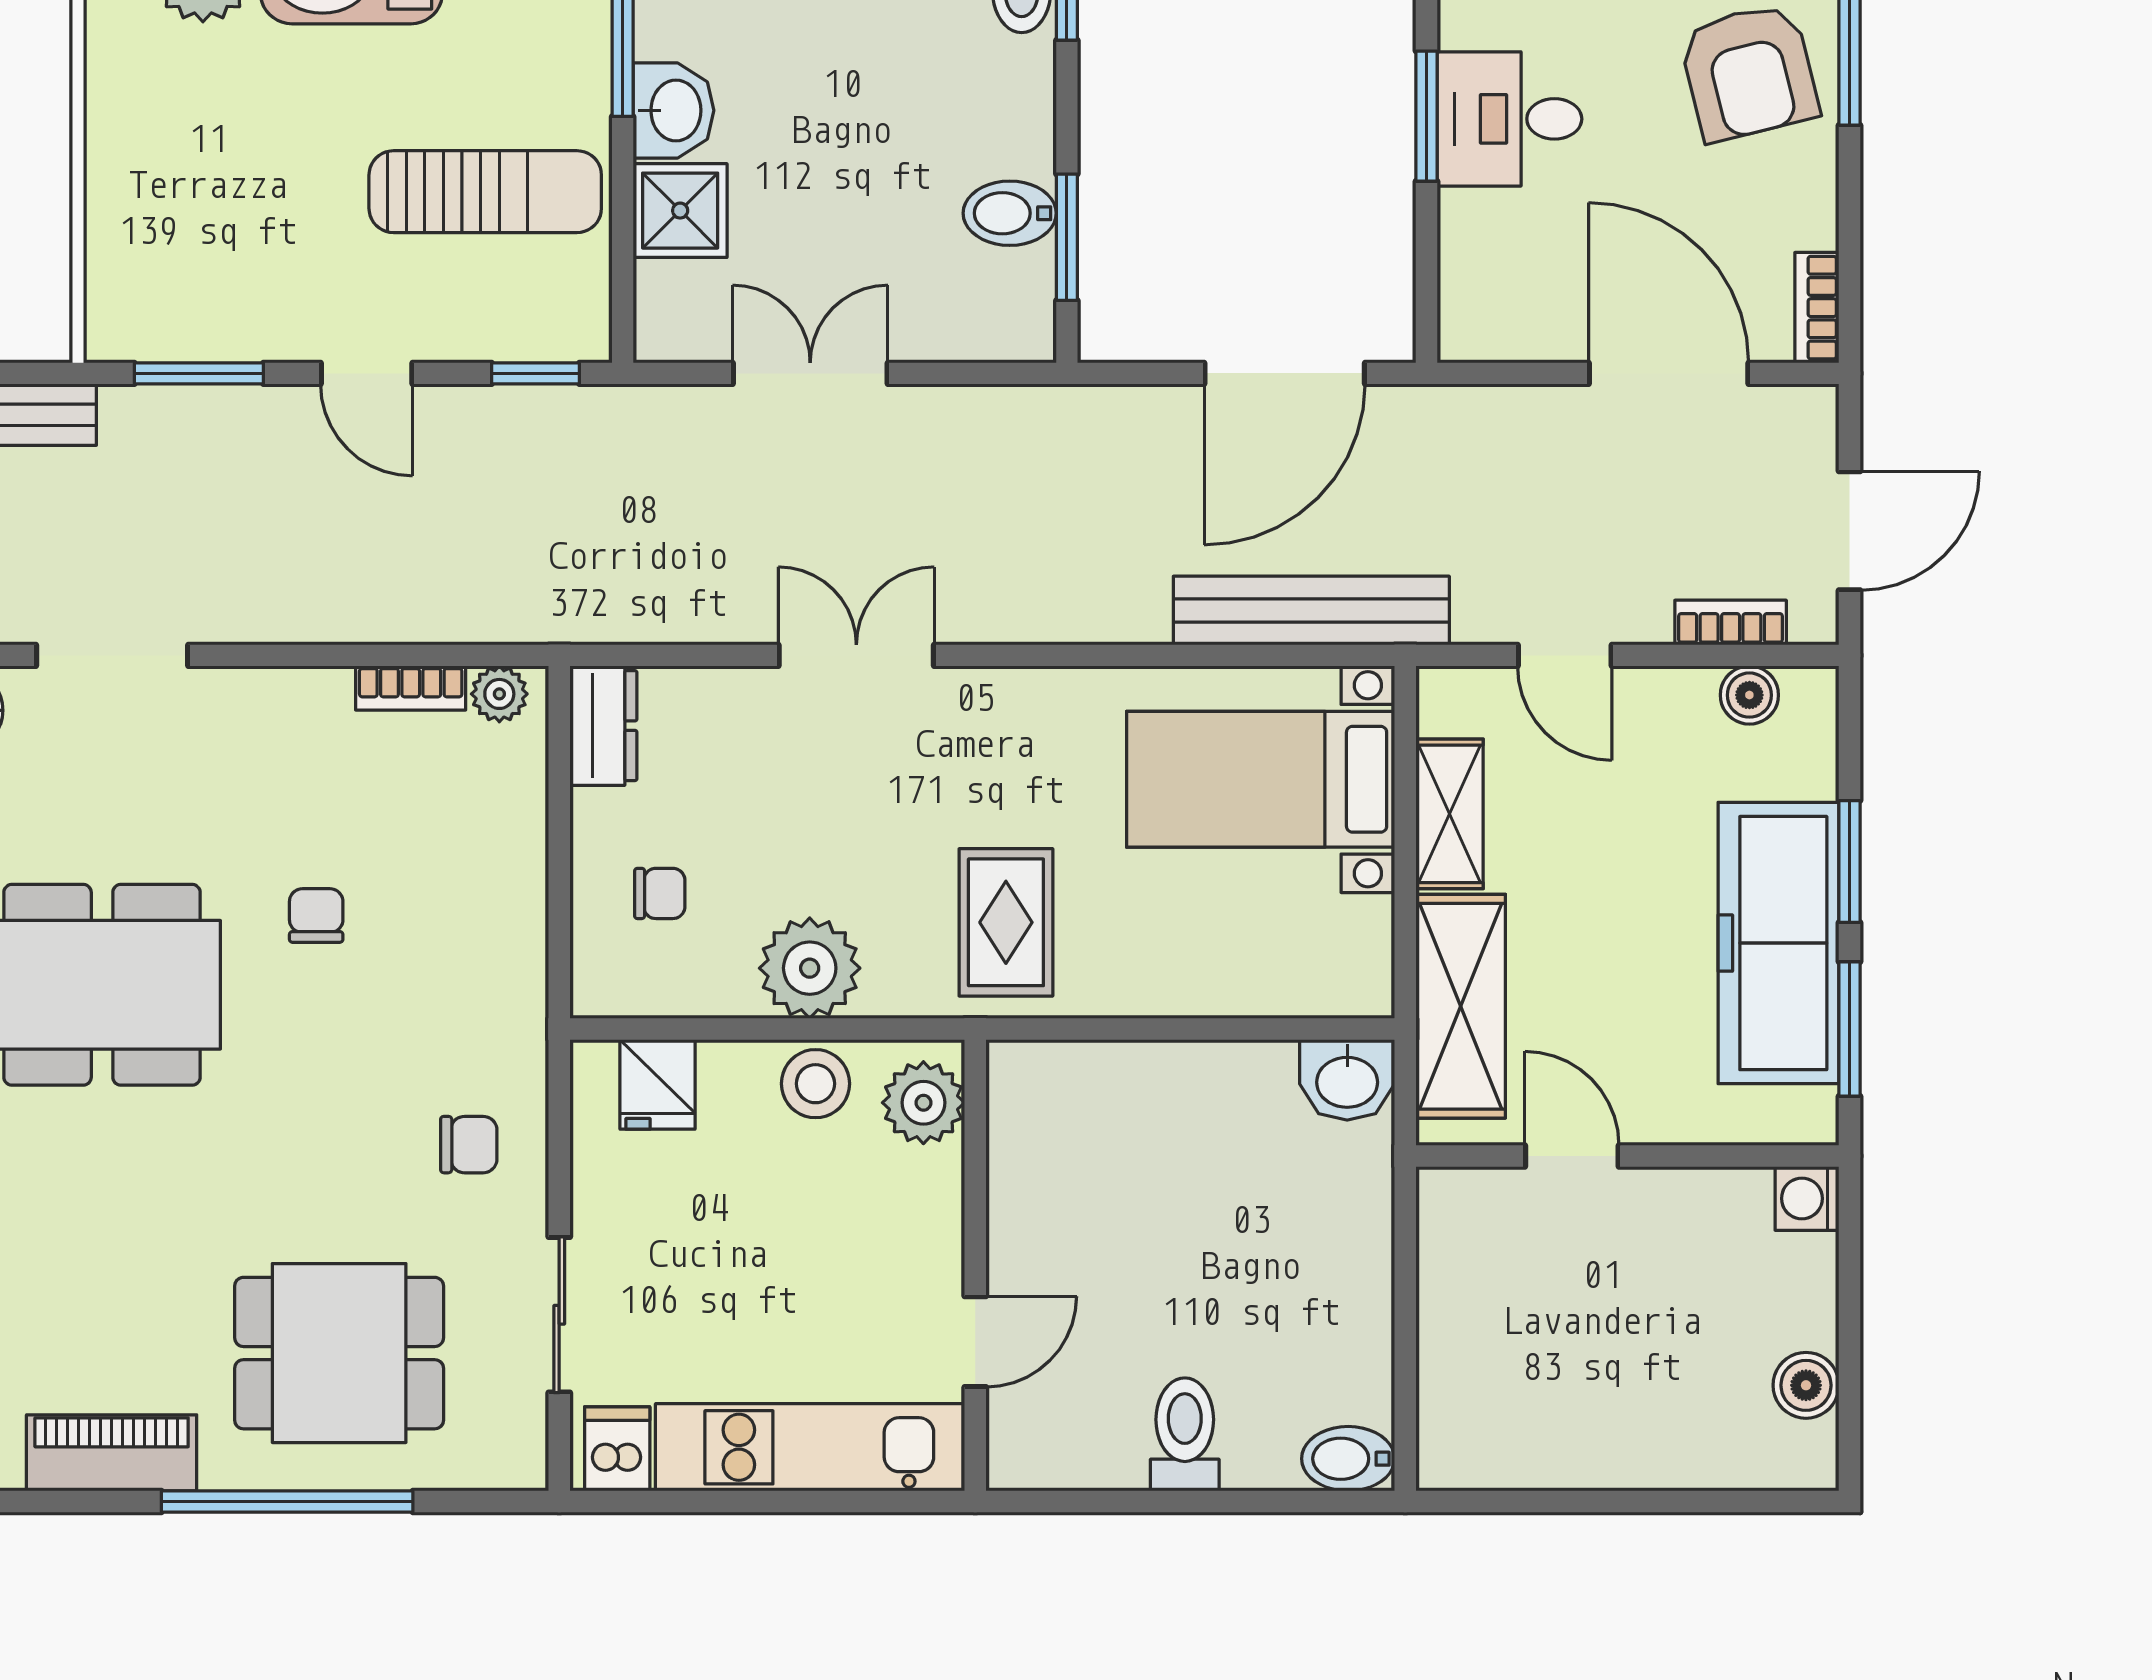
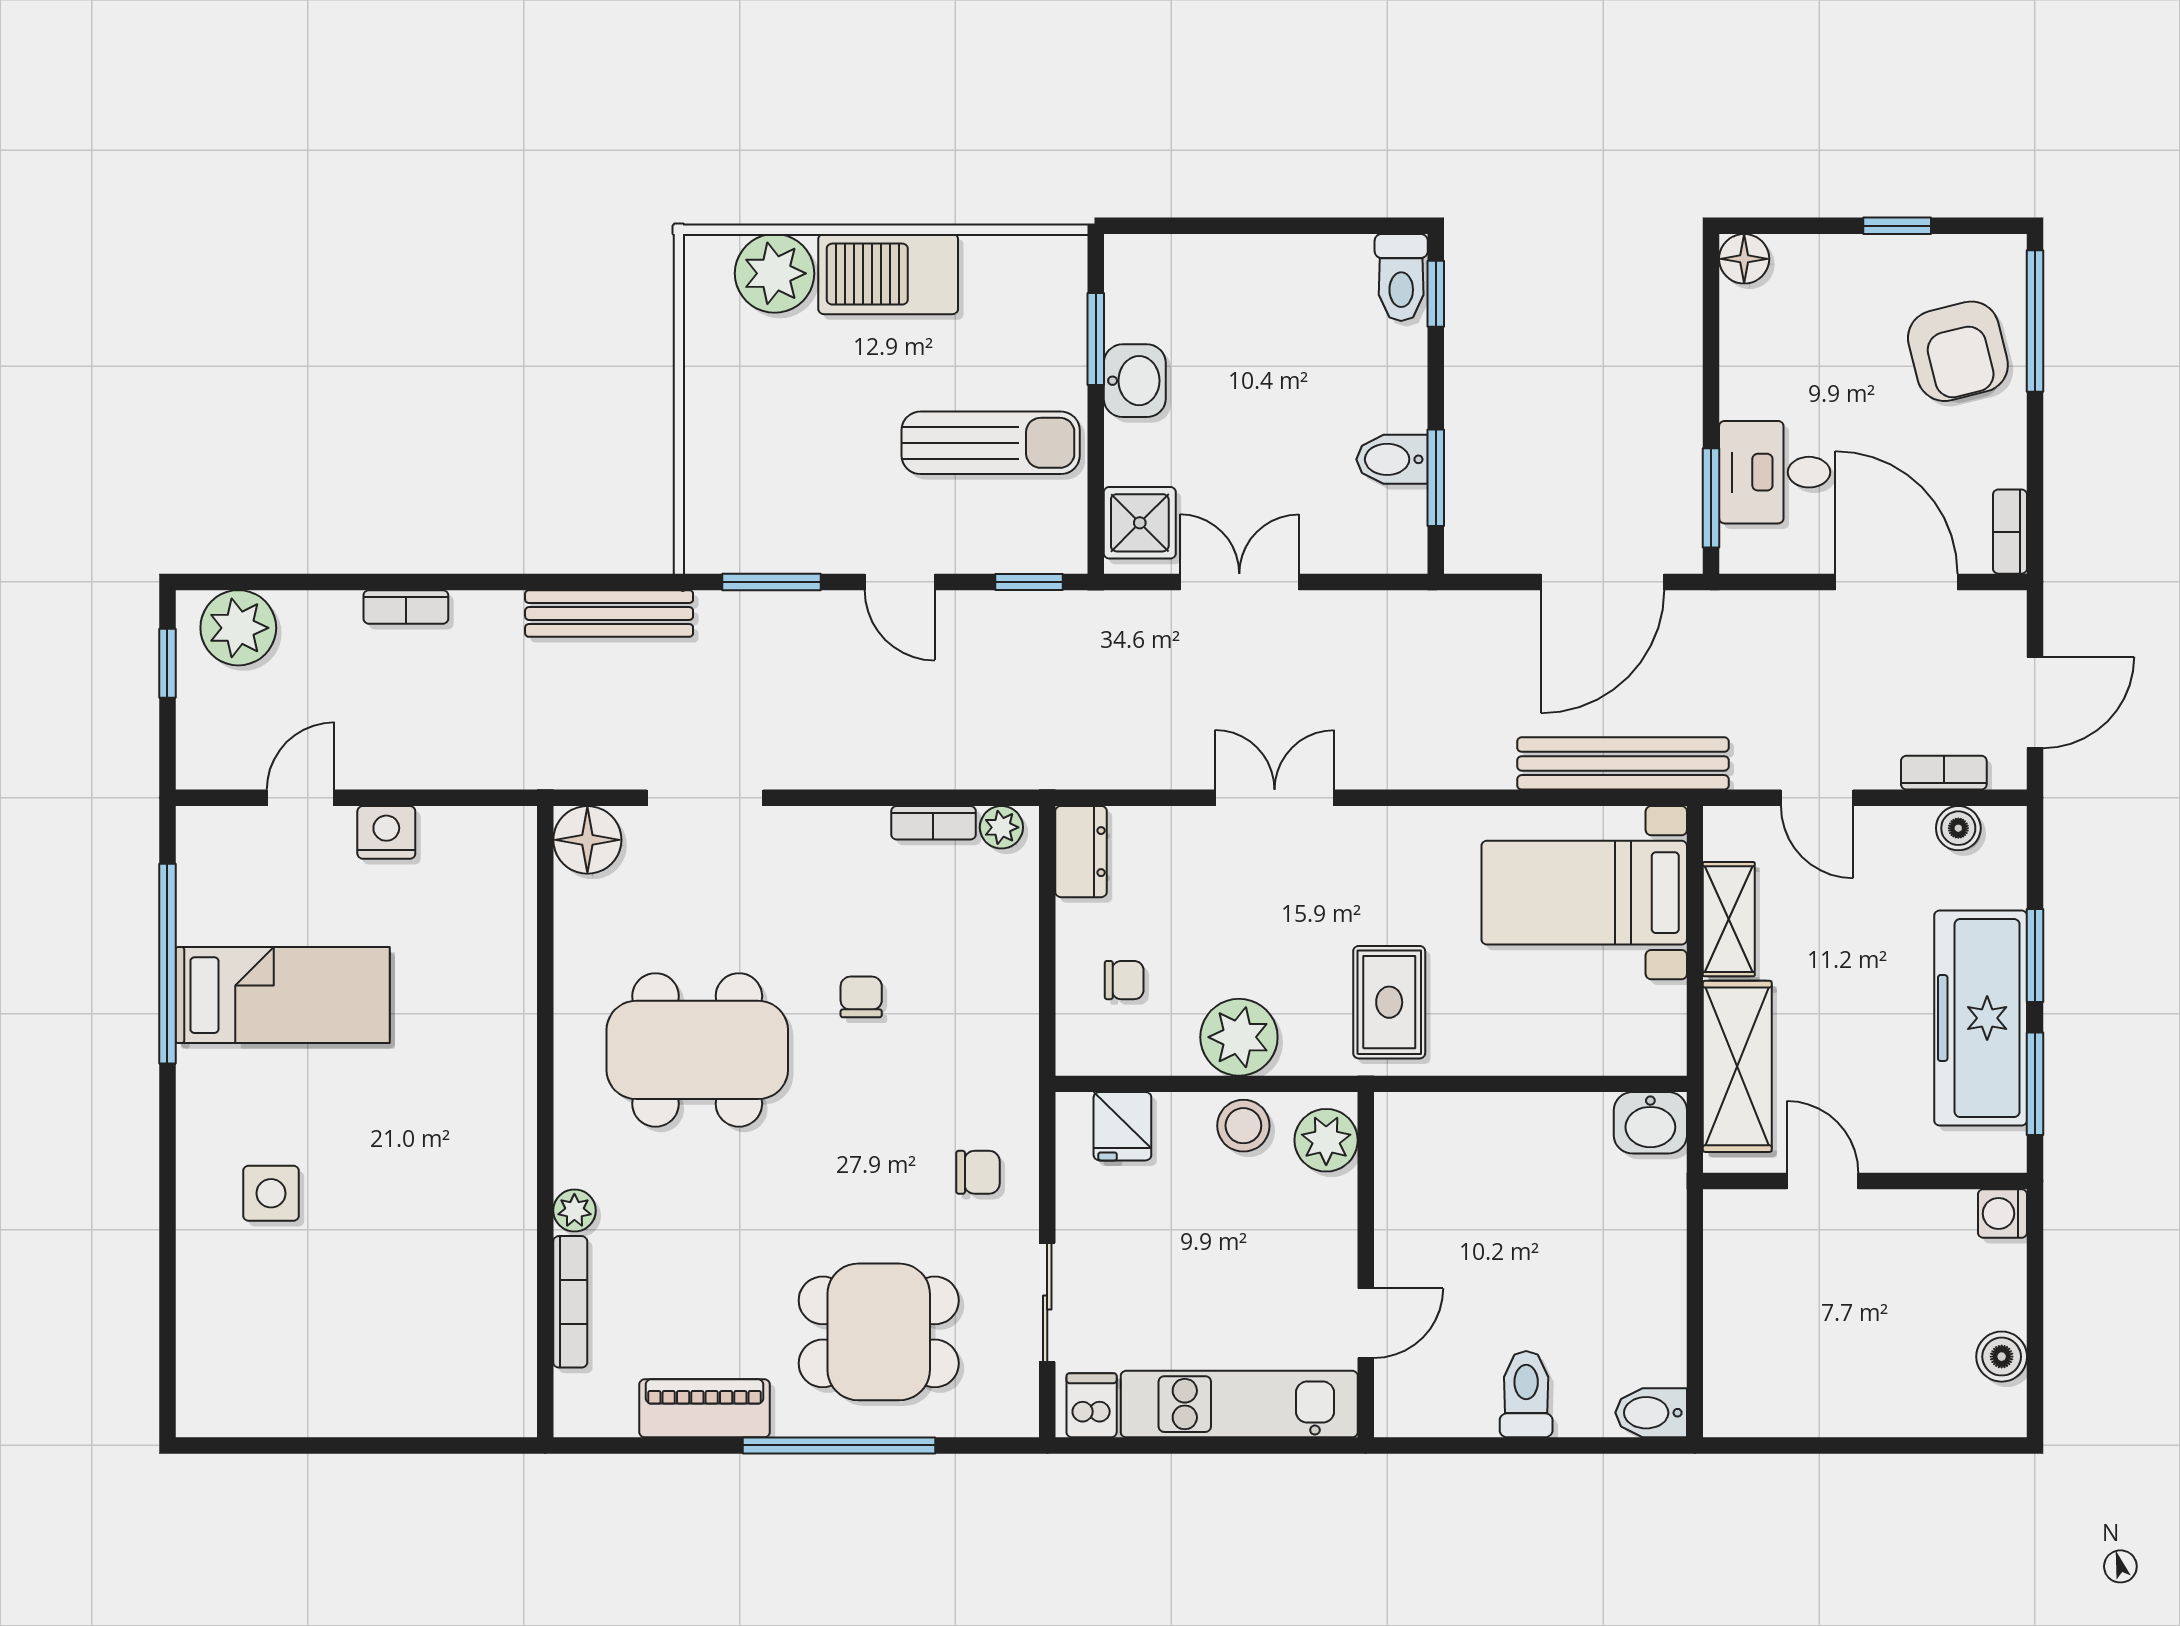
window: (1426, 116) -> (1711, 498), moved
desk: (1509, 119) -> (1775, 472), moved
shower: (680, 211) -> (1140, 523), moved

